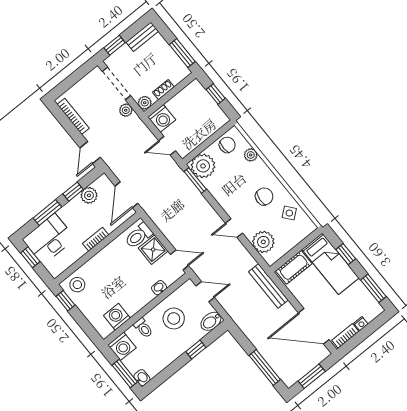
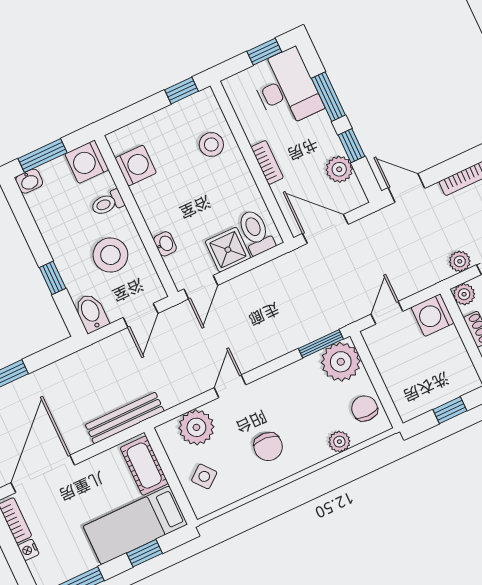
chair: (227, 145) -> (365, 408), turned 180
side table: (289, 213) -> (204, 476), moved
stool: (77, 285) -> (211, 144), moved

